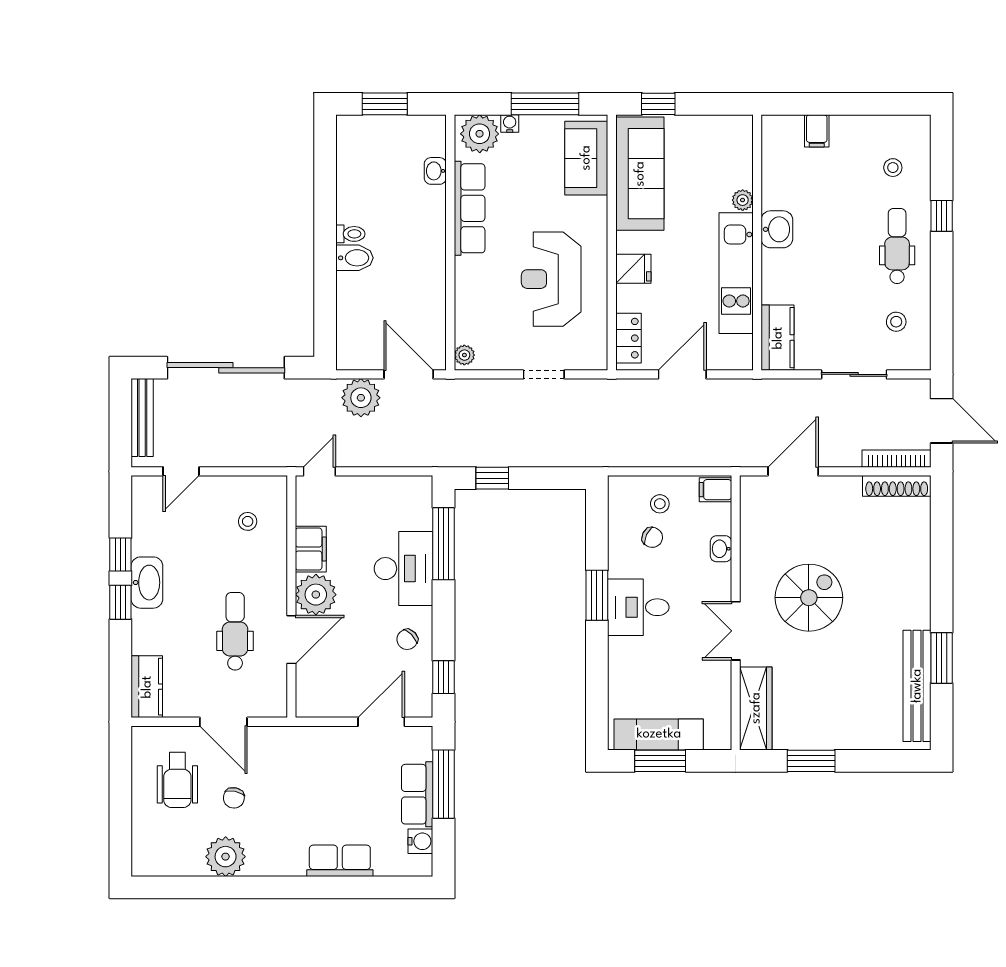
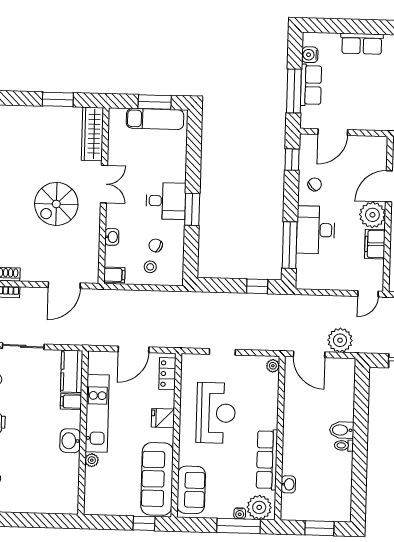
window: (545, 104) -> (239, 526), moved
filing cabinet: (817, 131) -> (71, 402), moved, turned -90

